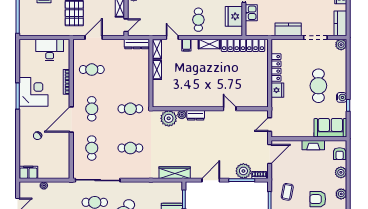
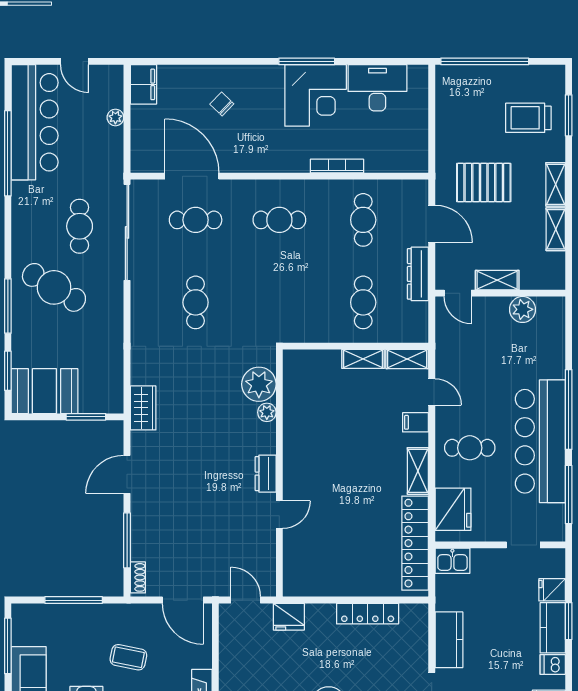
kitchen sink: (251, 13) -> (452, 561), moved
fridge: (234, 16) -> (453, 509), moved, turned 90
door: (172, 38) -> (432, 392), hinge flipped
dresser: (137, 44) -> (418, 274), moved
desk: (50, 50) -> (377, 88), moved, turned -90
fridge: (277, 90) -> (289, 617), moved
cafe table: (130, 109) -> (363, 302), moved
dresser: (196, 115) -> (266, 474), moved
door: (71, 119) -> (192, 176), moved
plant: (243, 171) -> (146, 544), removed
wardrobe: (175, 173) -> (143, 408), width x0.67
door: (211, 180) -> (127, 474), swing flipped
coffee table: (287, 192) -> (128, 657), moved

